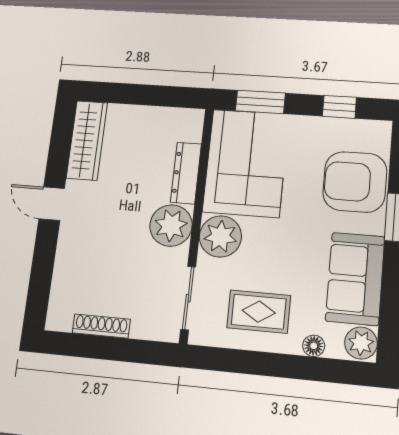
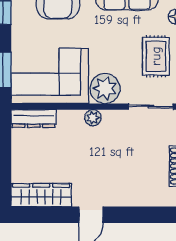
dresser: (186, 173) -> (34, 118), moved
plant: (171, 225) -> (93, 118), width x0.53, depth x0.53

